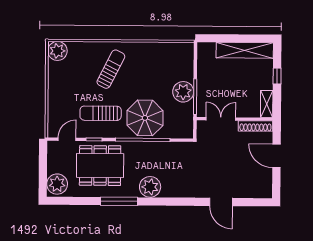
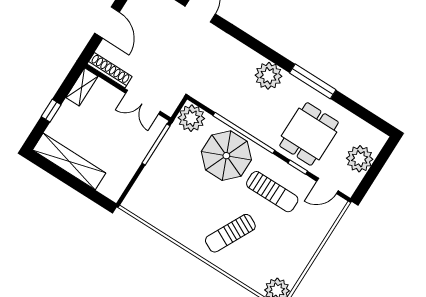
plant: (183, 92) -> (191, 118), moved
dining table: (100, 166) -> (309, 134), width x0.73
plant: (57, 184) -> (360, 159), moved

